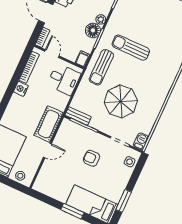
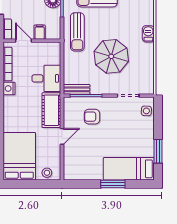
filing cabinet: (82, 59) -> (40, 32), moved
desk: (64, 79) -> (46, 78), moved
barbecue: (141, 141) -> (148, 34), moved
armchair: (91, 158) -> (92, 117), moved

